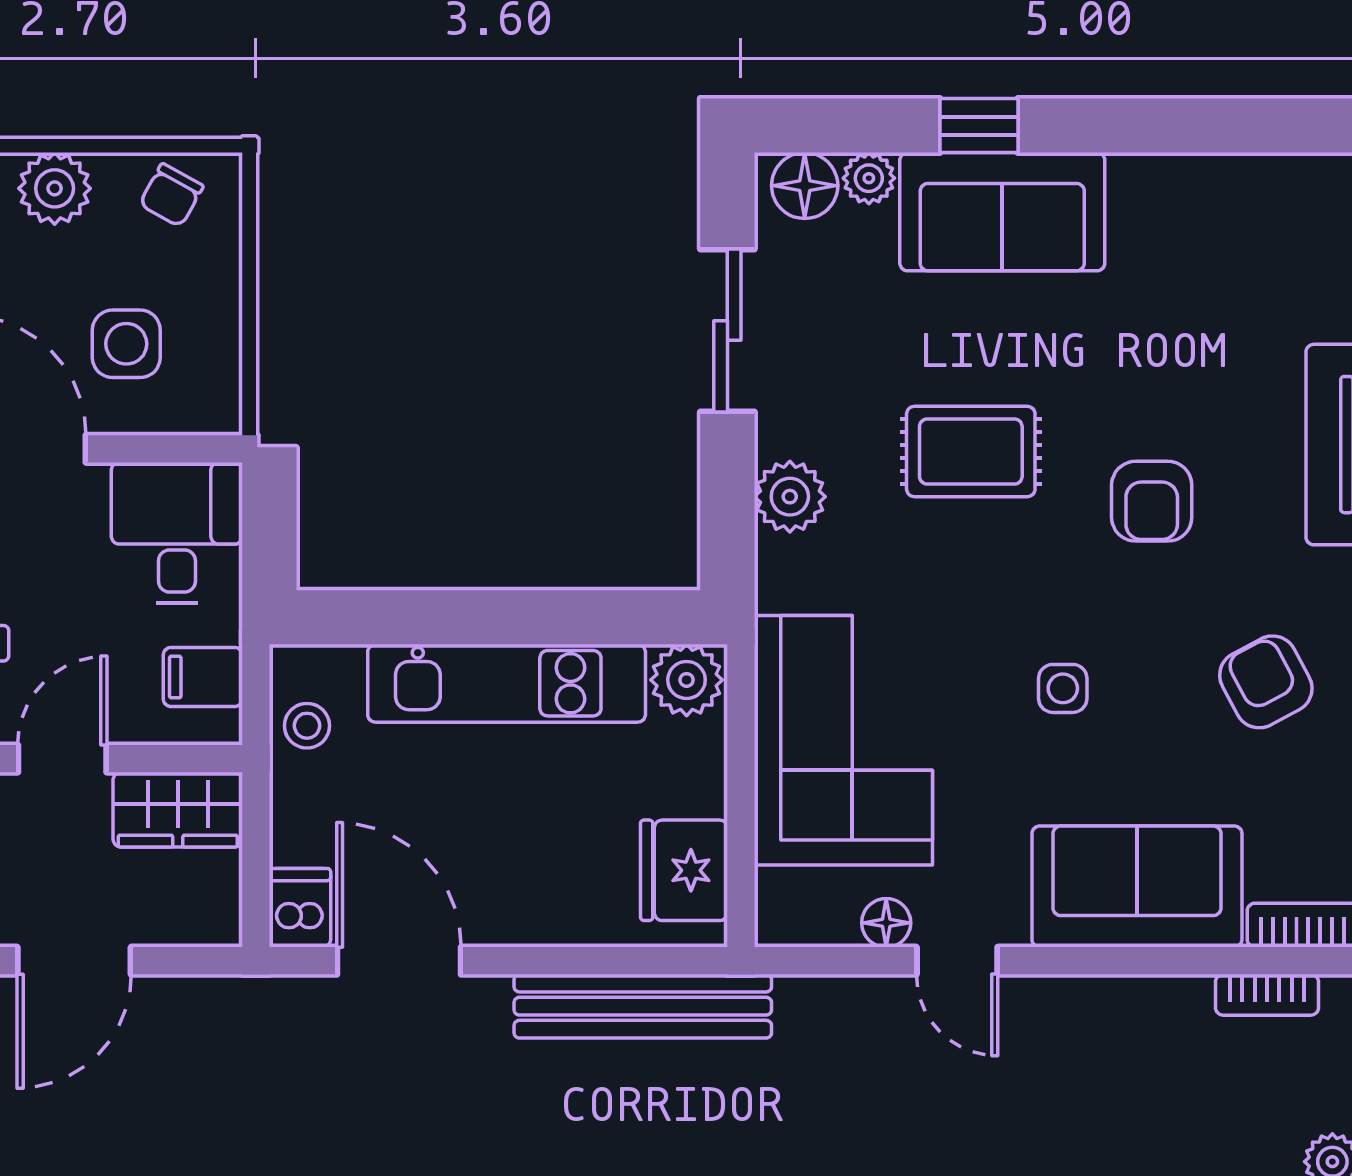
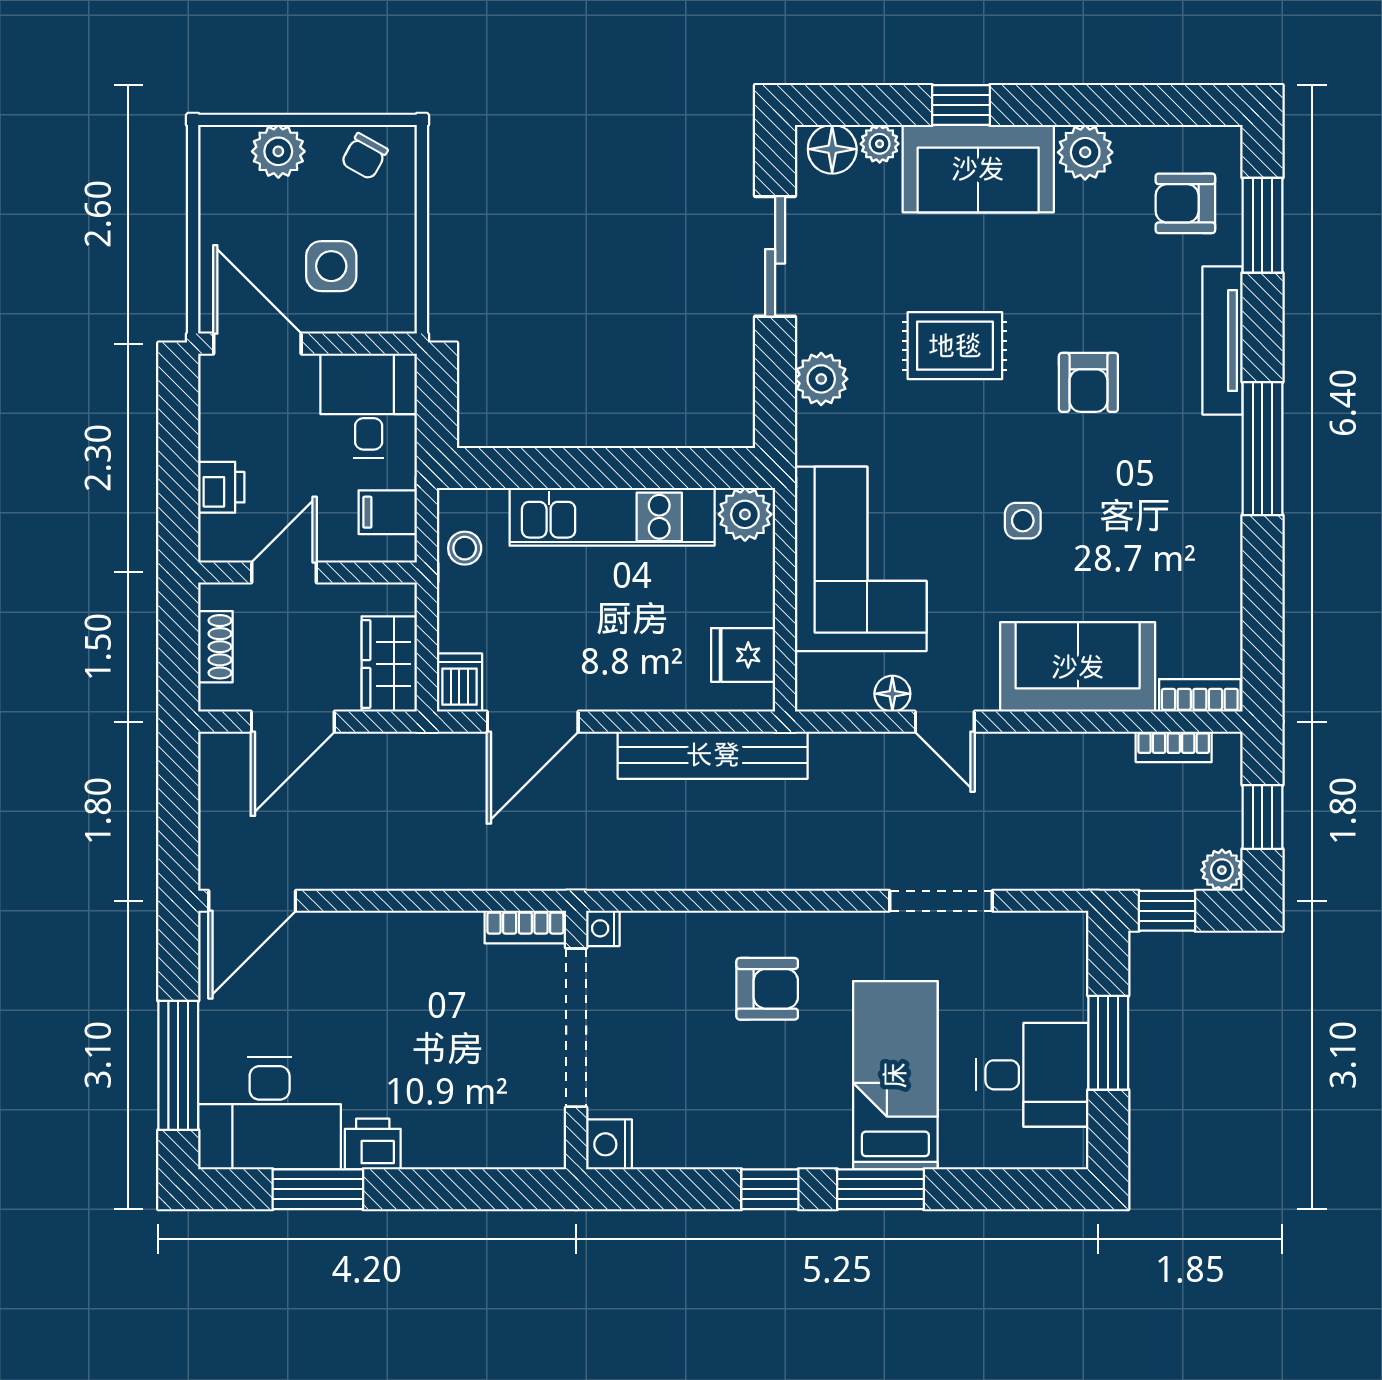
plant: (1147, 190) -> (1085, 152), added
armchair: (1266, 682) -> (1185, 203), moved, turned -62
wardrobe: (178, 810) -> (389, 664), moved, turned 90
fridge: (684, 870) -> (743, 655), width x0.72
door: (399, 961) -> (533, 722), swing flipped

